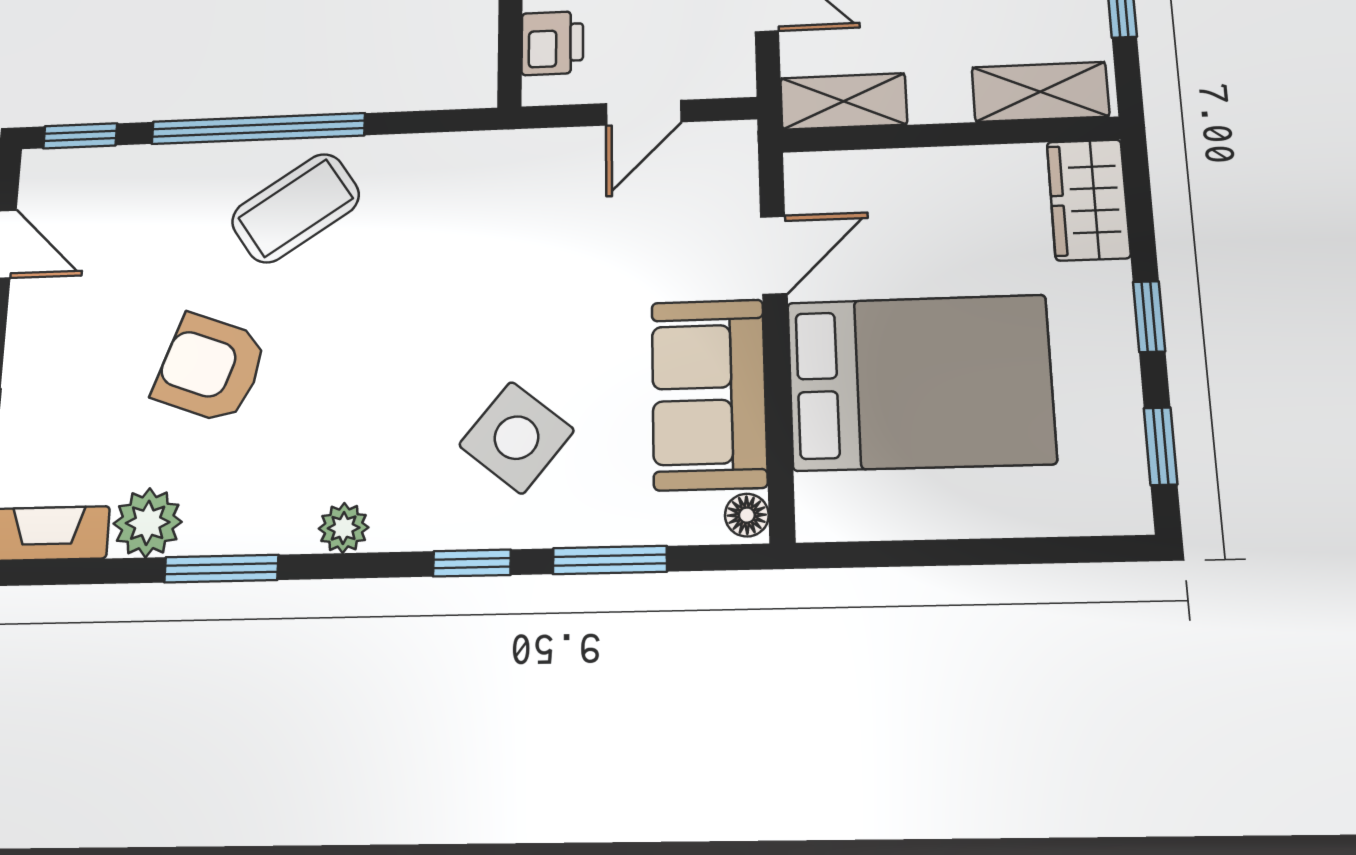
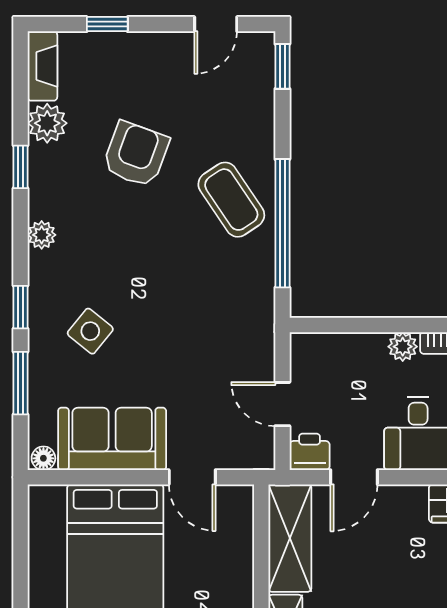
printer: (552, 43) -> (310, 452), moved, turned 180
shelving: (844, 101) -> (290, 538), width x1.50, depth x1.33
window: (258, 129) -> (282, 223), moved
side table: (516, 438) -> (90, 331), width x0.73, depth x0.73
window: (221, 569) -> (20, 167), width x0.67

